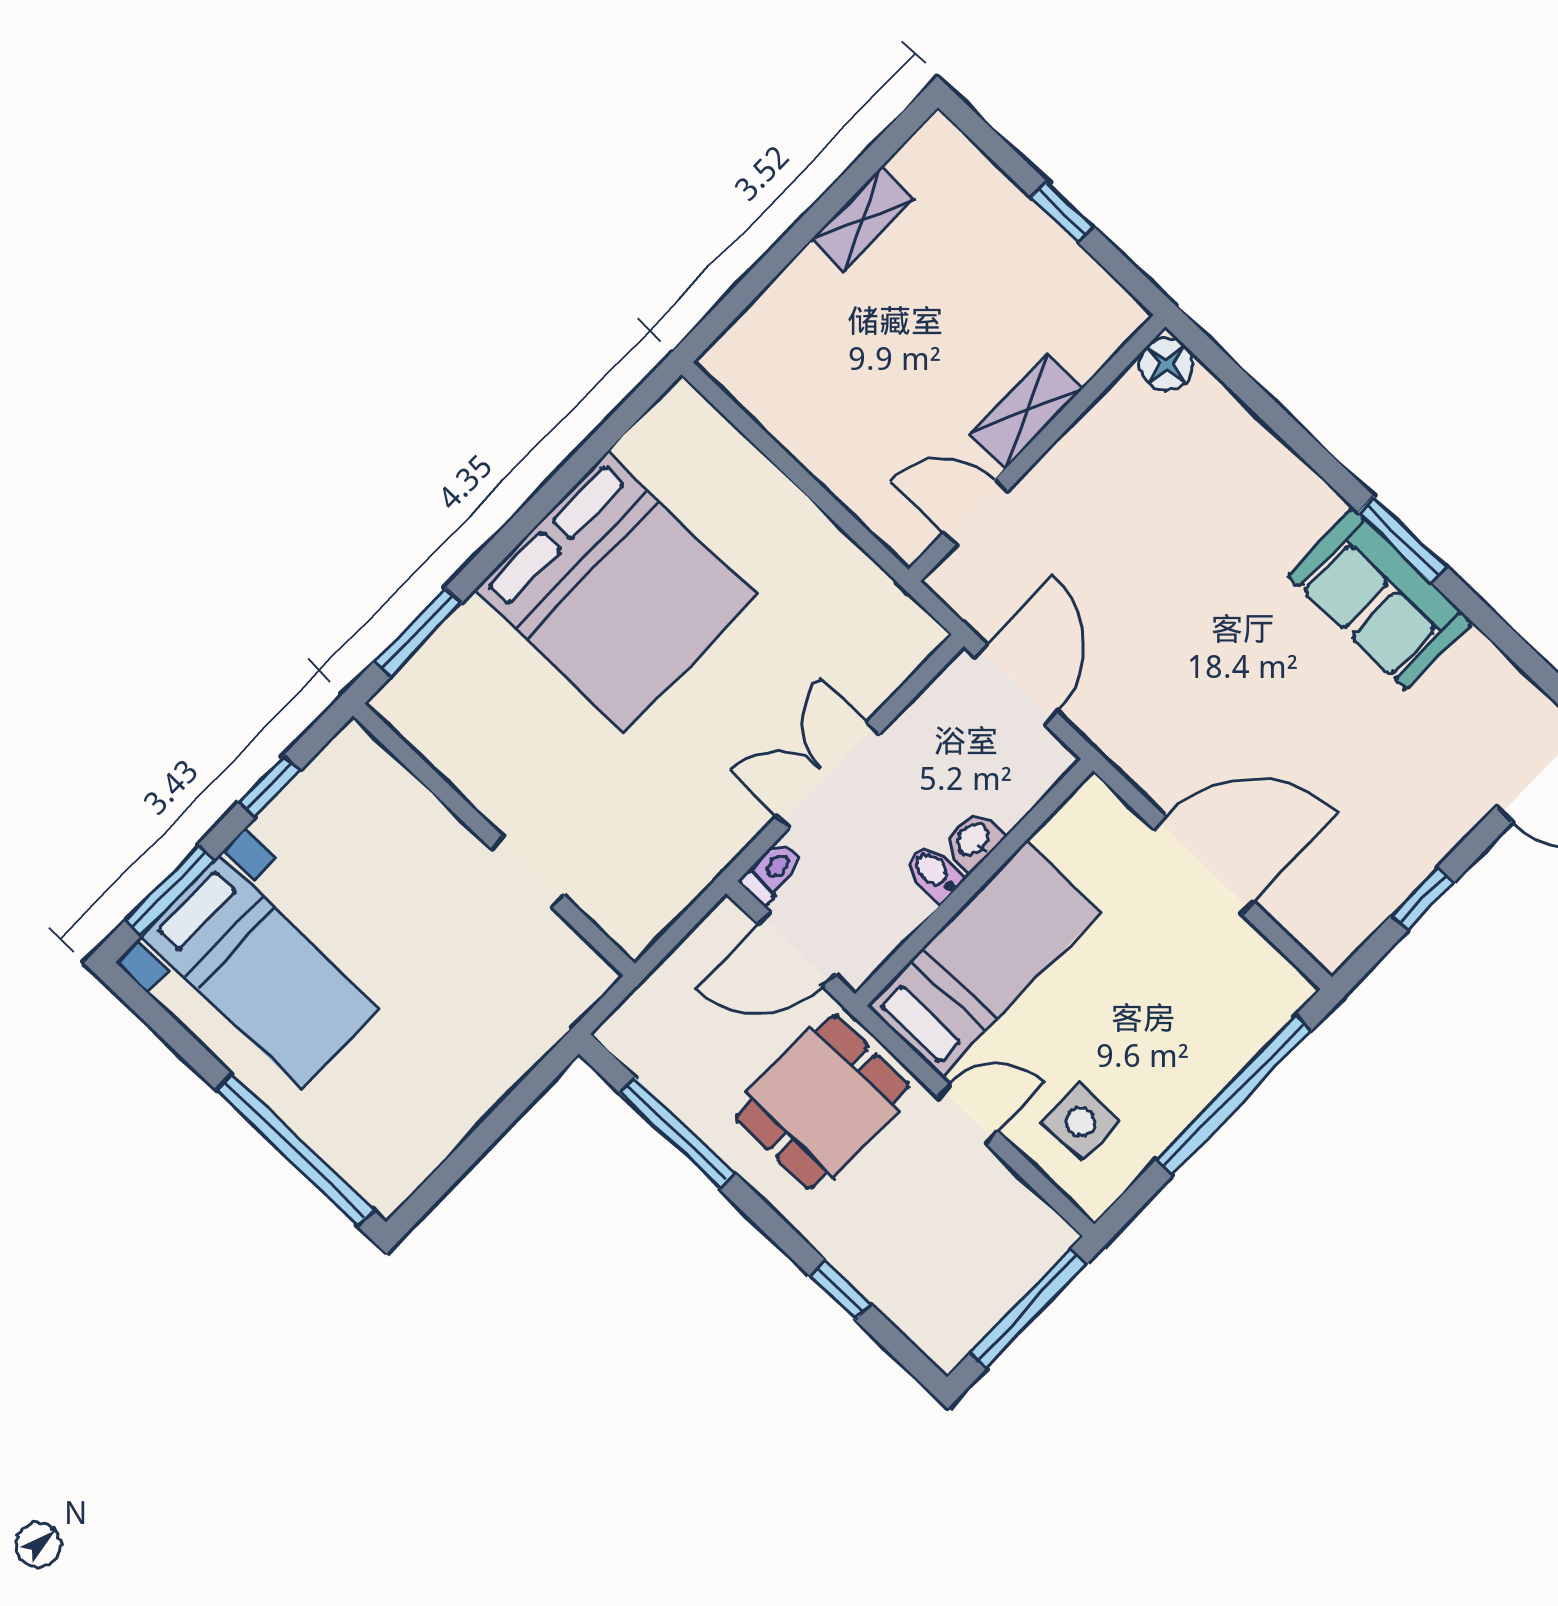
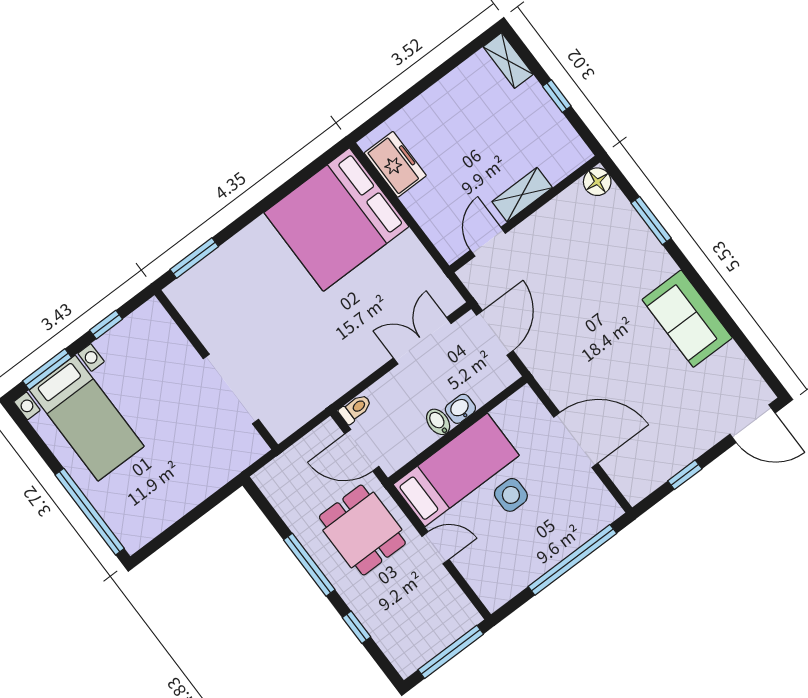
shelving: (863, 219) -> (508, 61), moved, turned 90
freezer: (774, 392) -> (395, 164), added
door: (975, 512) -> (488, 242), hinge flipped
window: (1403, 539) -> (651, 221), moved
bed: (616, 593) -> (336, 220), moved, turned 90
double door: (828, 775) -> (422, 341), moved
doorway: (528, 872) -> (231, 389), width x1.87
dining table: (822, 1102) -> (362, 530), turned 90
side table: (1081, 1122) -> (511, 495), moved
window: (677, 1133) -> (309, 565), moved

